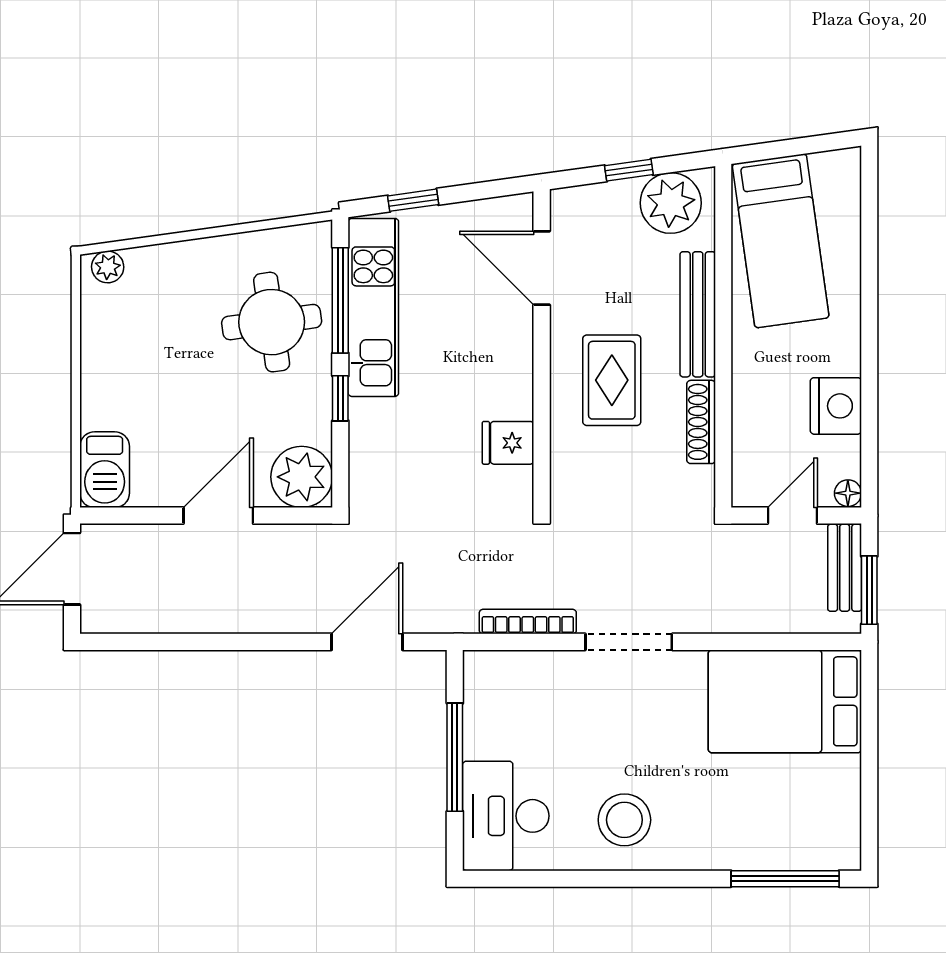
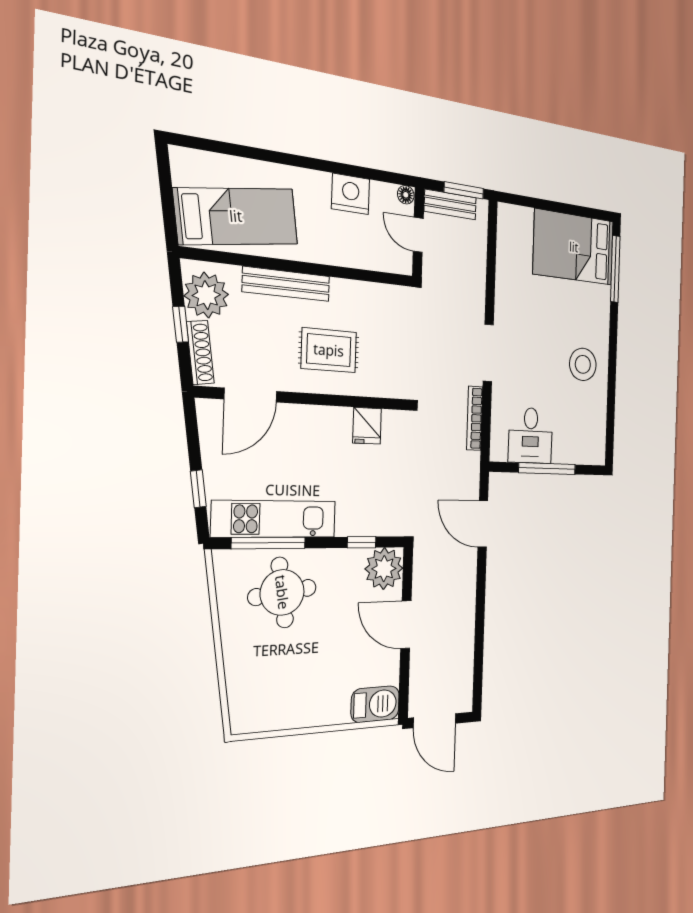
plant: (108, 267) -> (240, 714), removed
window: (340, 398) -> (362, 542), moved
shoe rack: (701, 422) -> (200, 353), moved, turned -98
bed: (785, 701) -> (574, 247), moved, turned 90
desk: (506, 816) -> (530, 435), moved, width x0.73

